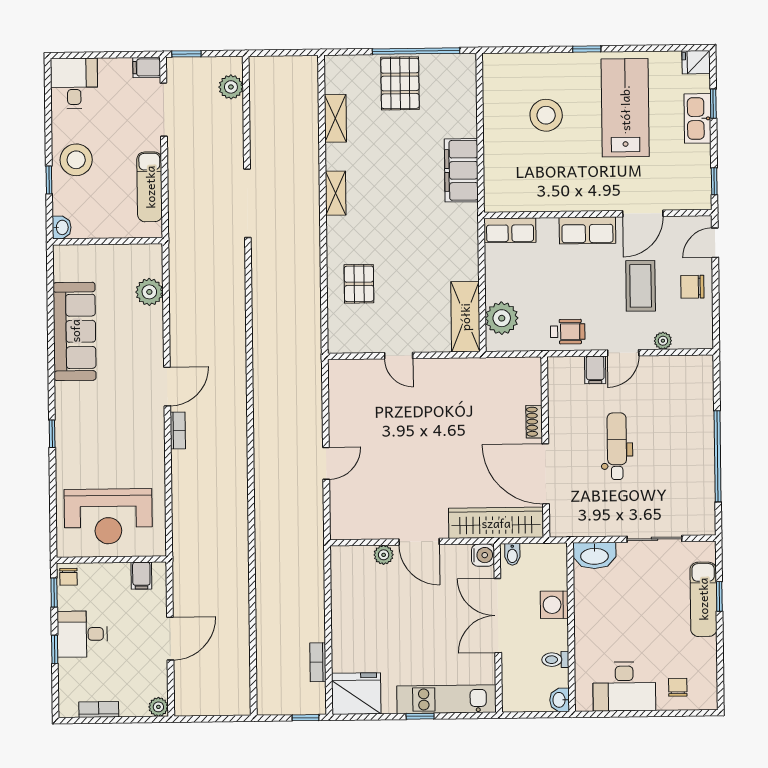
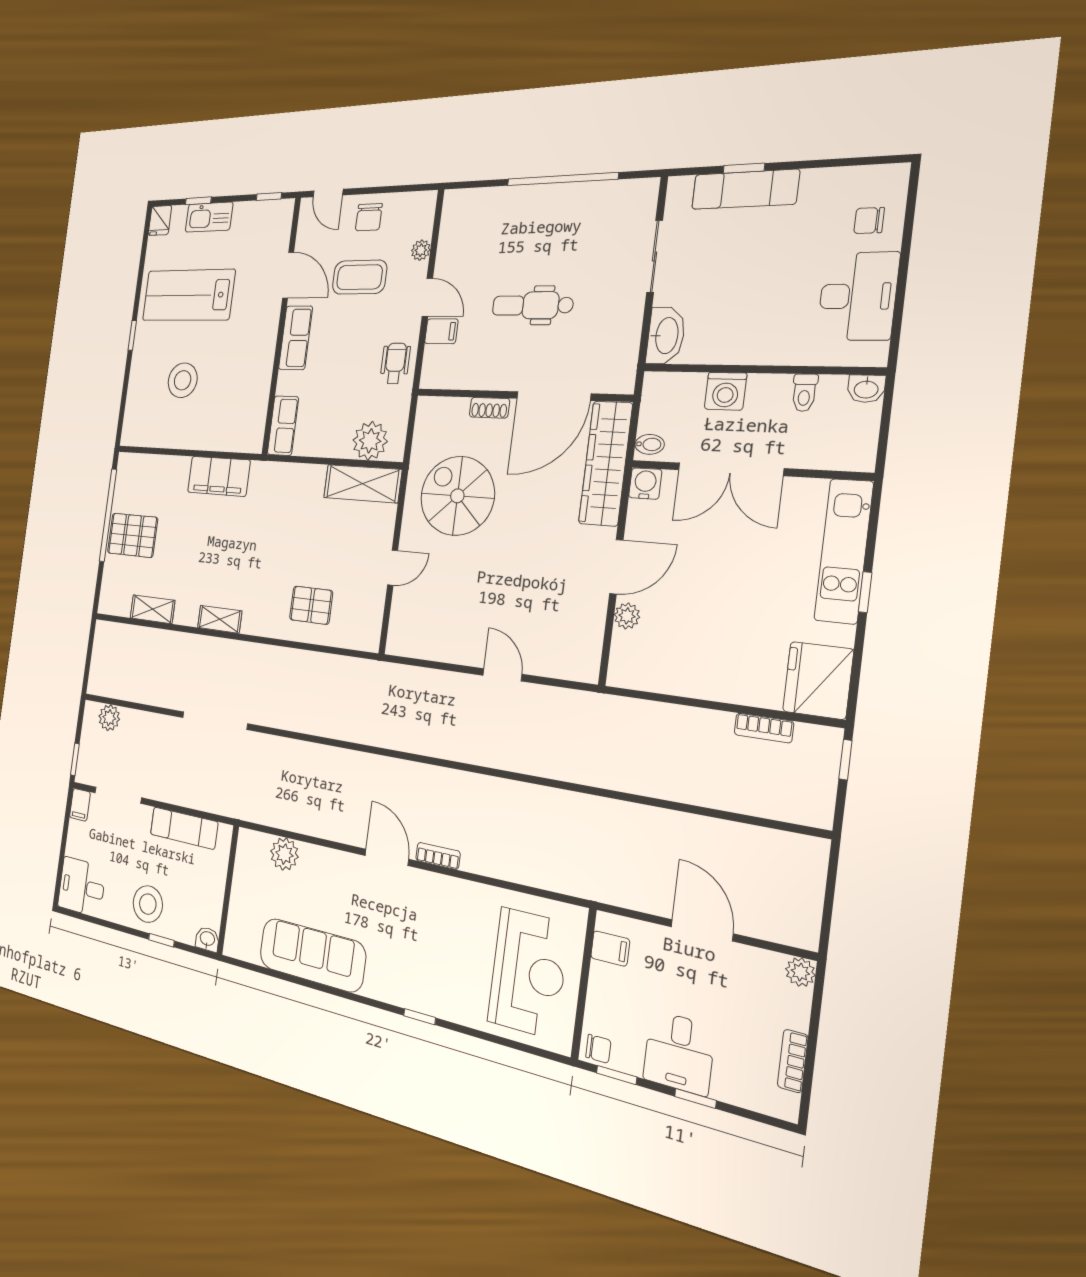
spiral stairs: (462, 404) -> (457, 496), added

